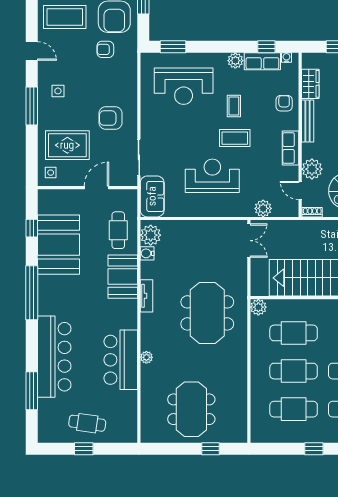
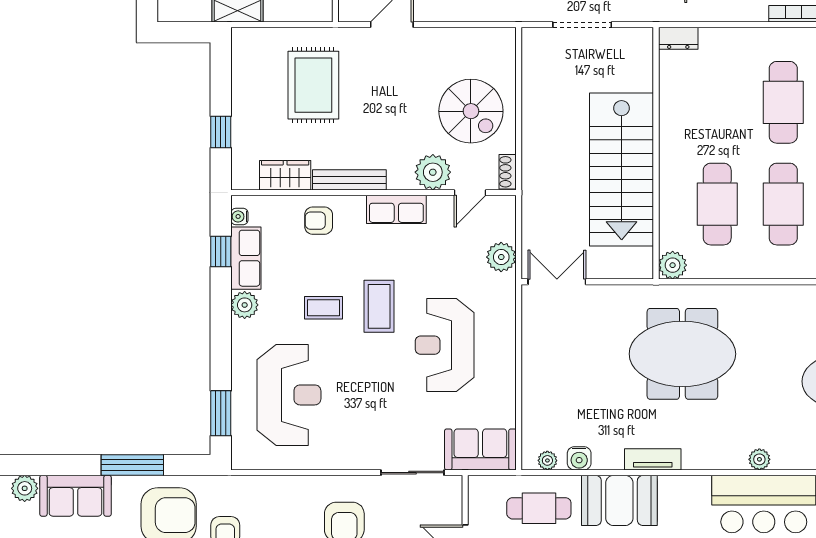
plant: (151, 235) -> (547, 460), width x0.53, depth x0.53

